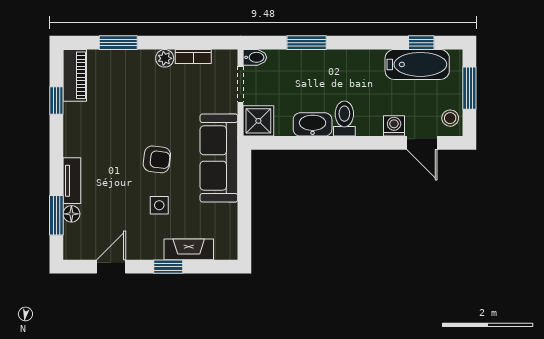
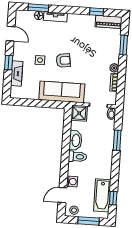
armchair: (157, 159) -> (63, 61), turned -105

